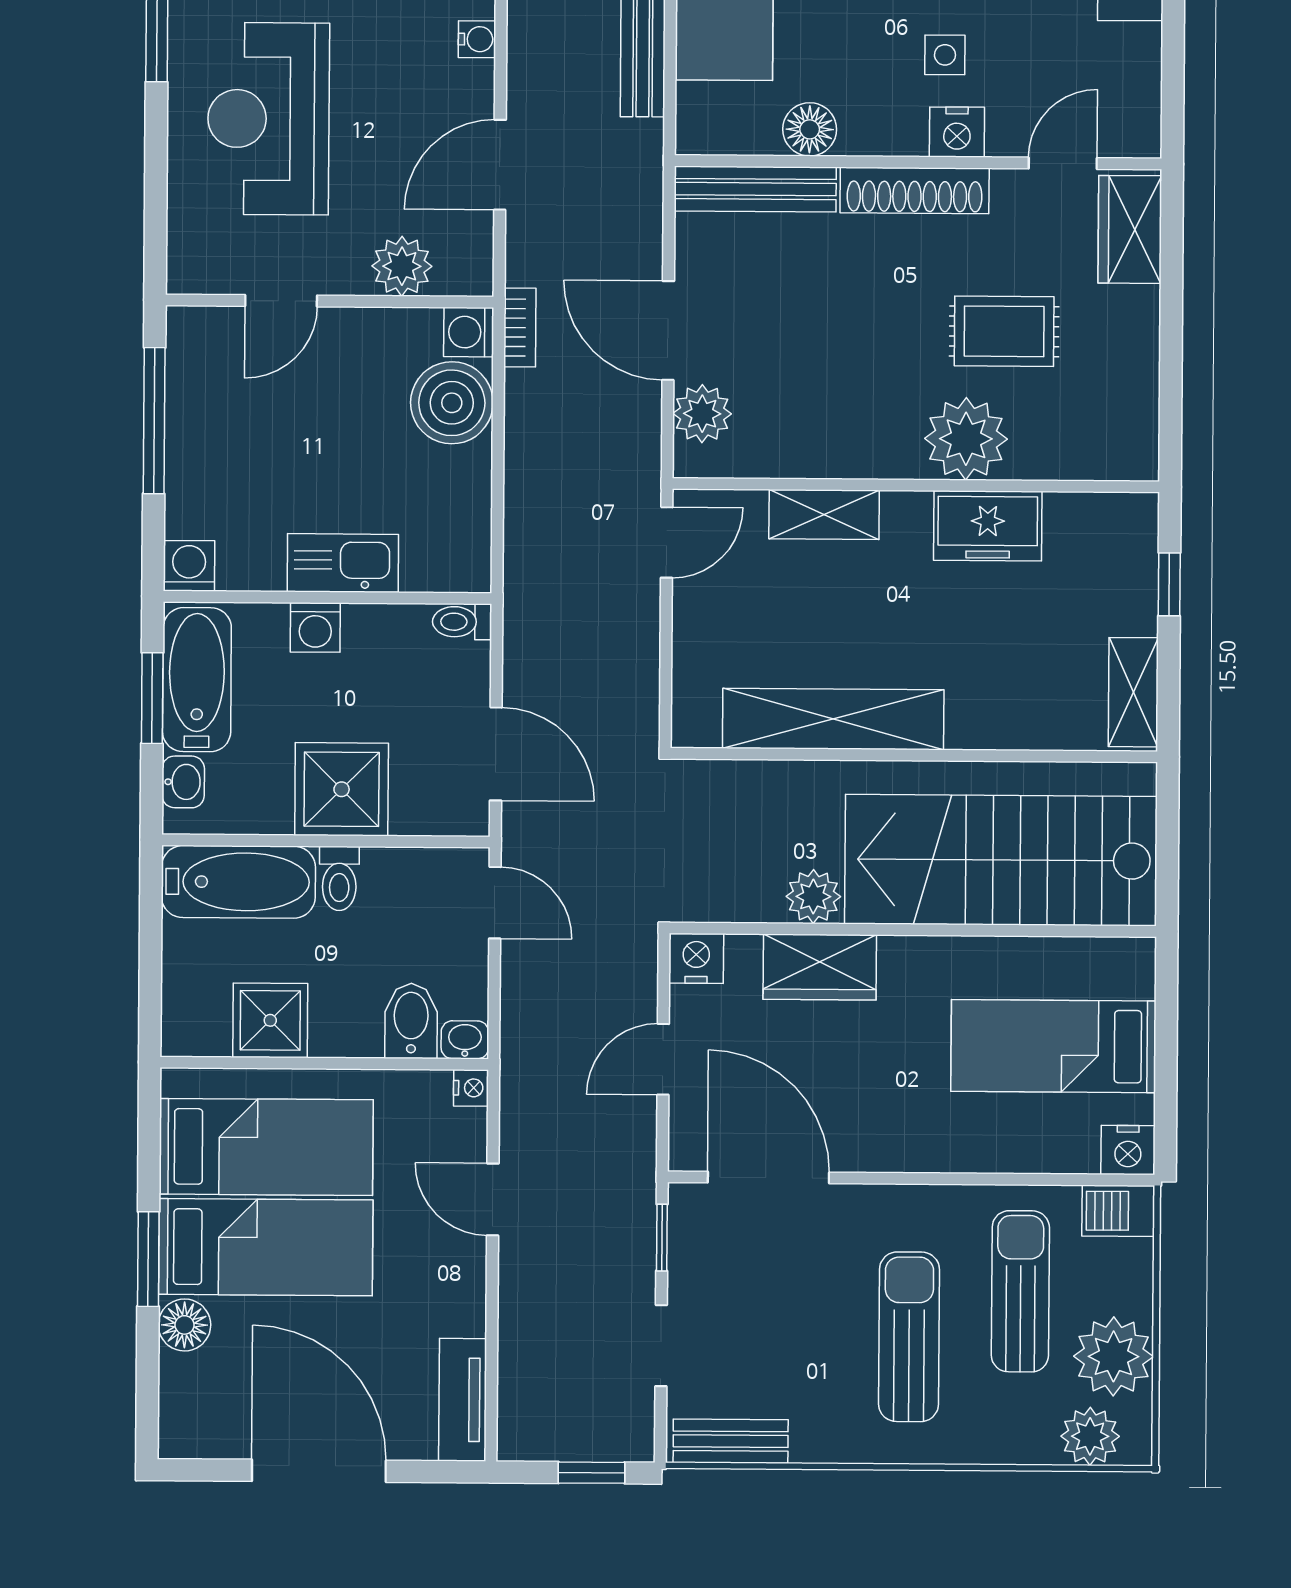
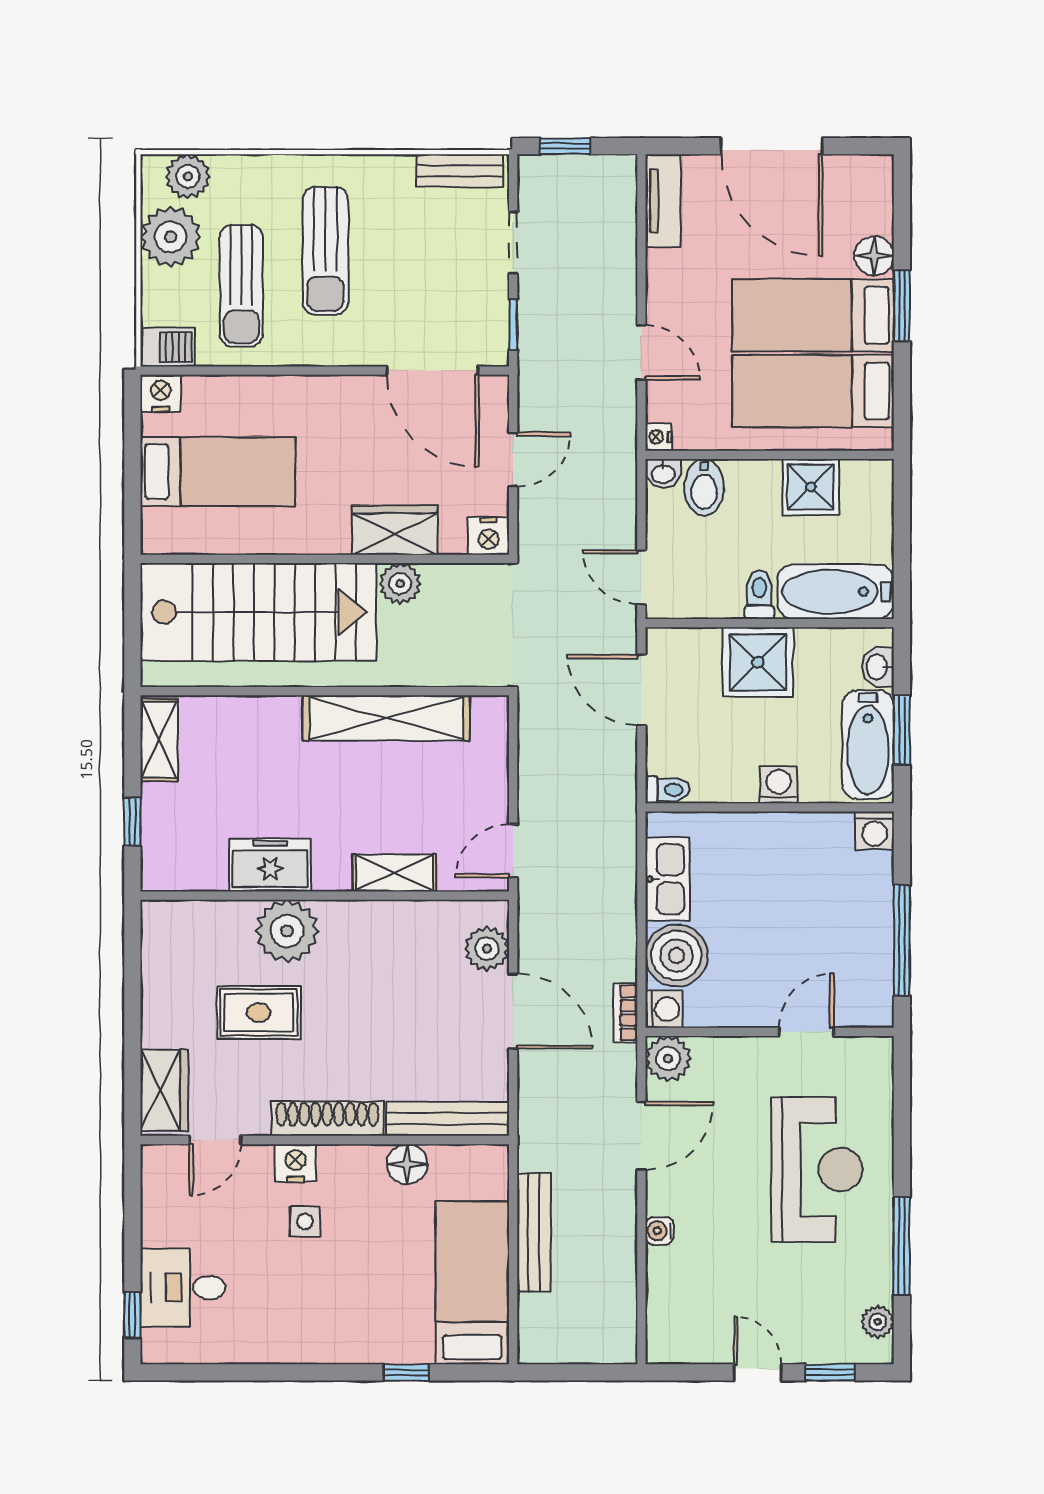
plant: (402, 266) -> (668, 1059), moved
kitchen sink: (343, 563) -> (667, 879), moved, turned -90

